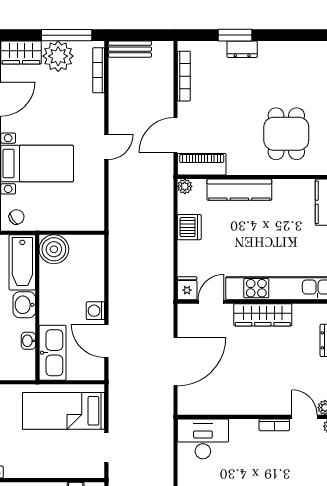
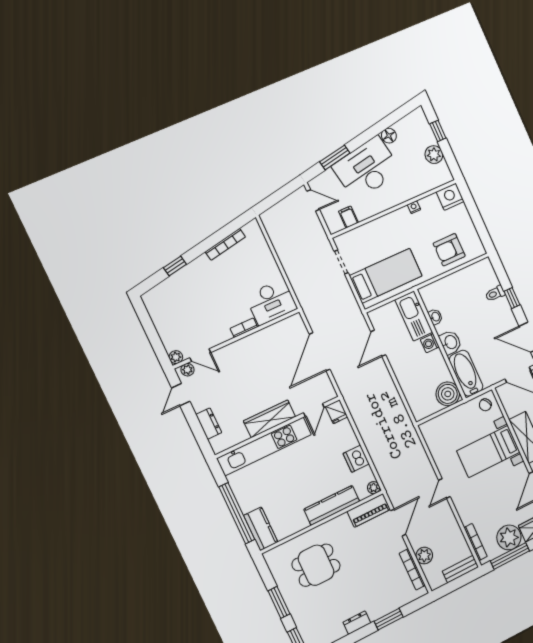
dresser: (242, 49) -> (357, 623), moved
plant: (163, 84) -> (424, 556), added
dining table: (286, 134) -> (316, 565), turned 90
washing machine: (95, 311) -> (430, 343), moved, turned 180
door: (106, 341) -> (378, 343), swing flipped
bookcase: (274, 425) -> (244, 328), moved

